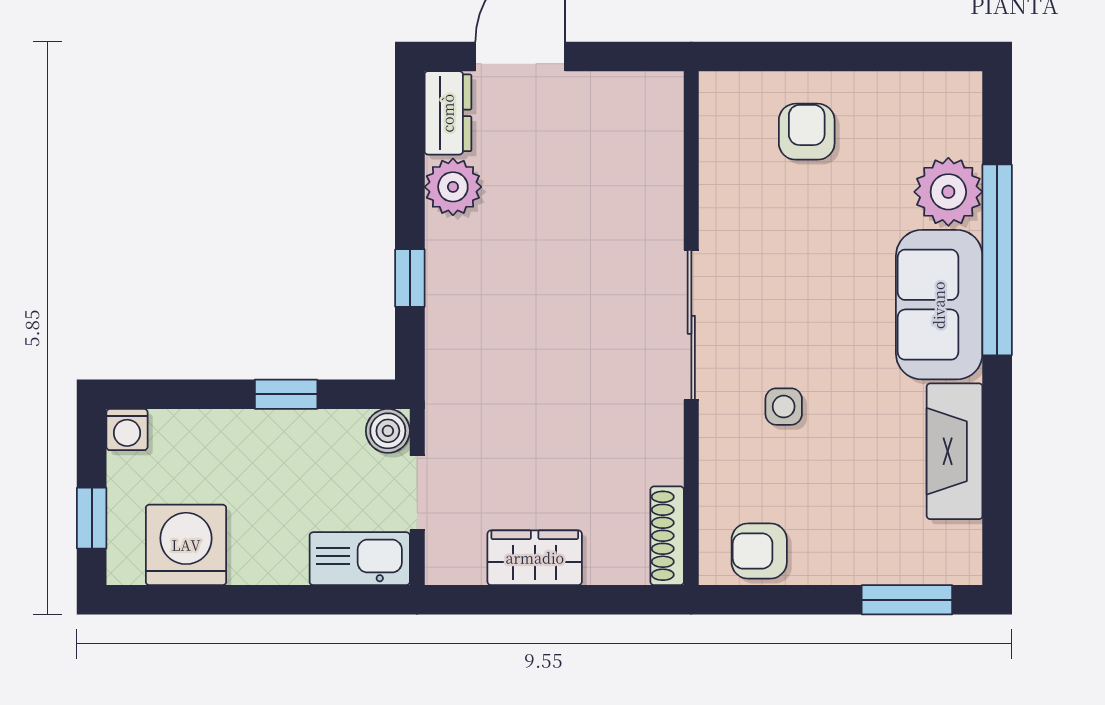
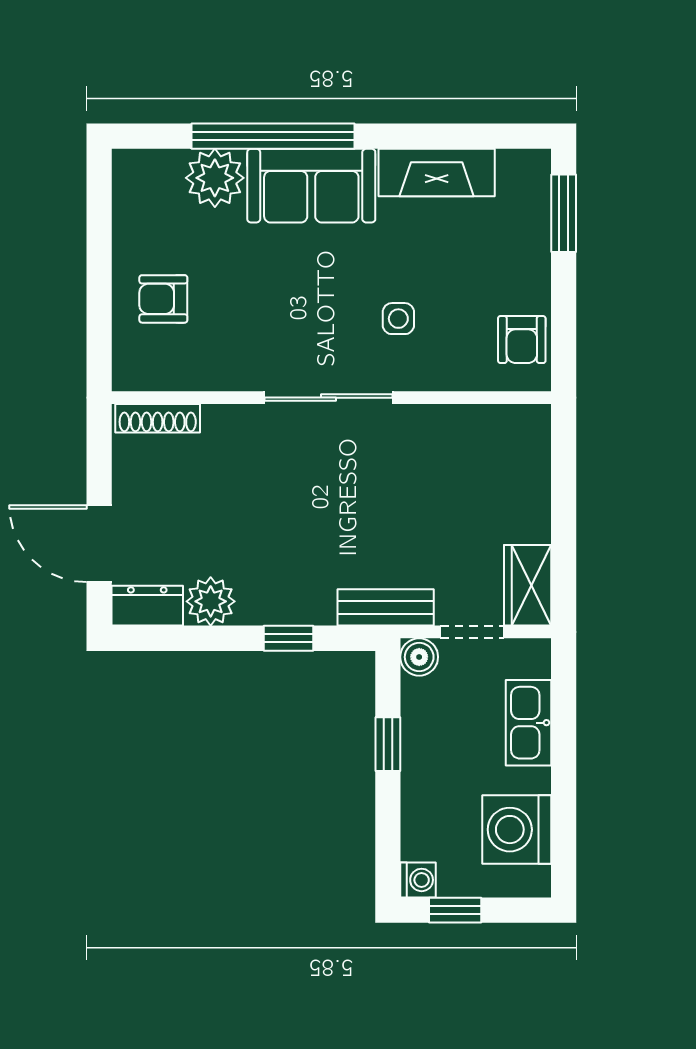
bench: (446, 392) -> (386, 607), added
window: (92, 518) -> (455, 910), moved
shoe rack: (667, 536) -> (158, 418), moved
wardrobe: (535, 558) -> (528, 585), moved
kitchen sink: (360, 559) -> (528, 723), moved

